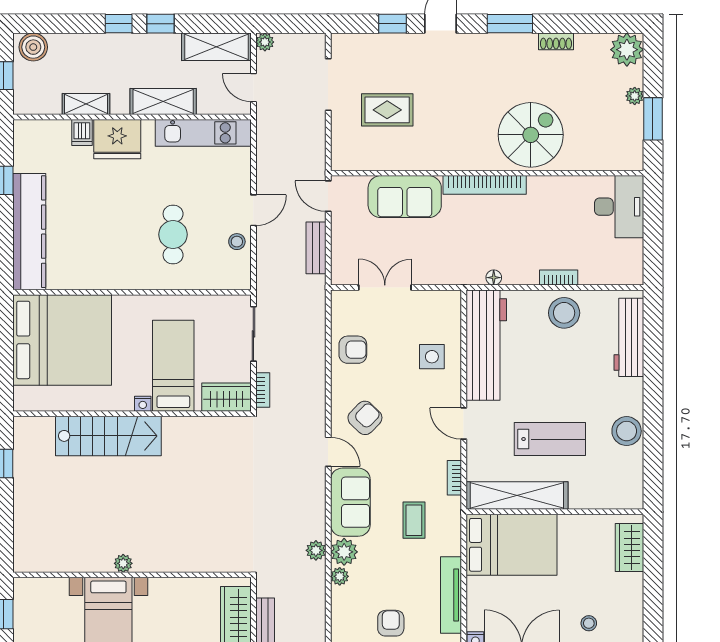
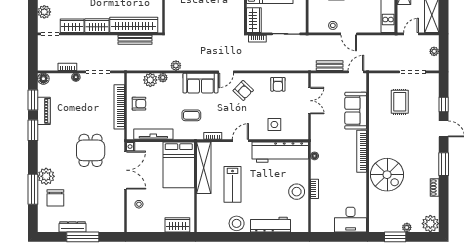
plant: (265, 42) -> (434, 51), moved
workbench: (629, 337) -> (270, 225), moved
plant: (344, 552) -> (150, 80), moved

